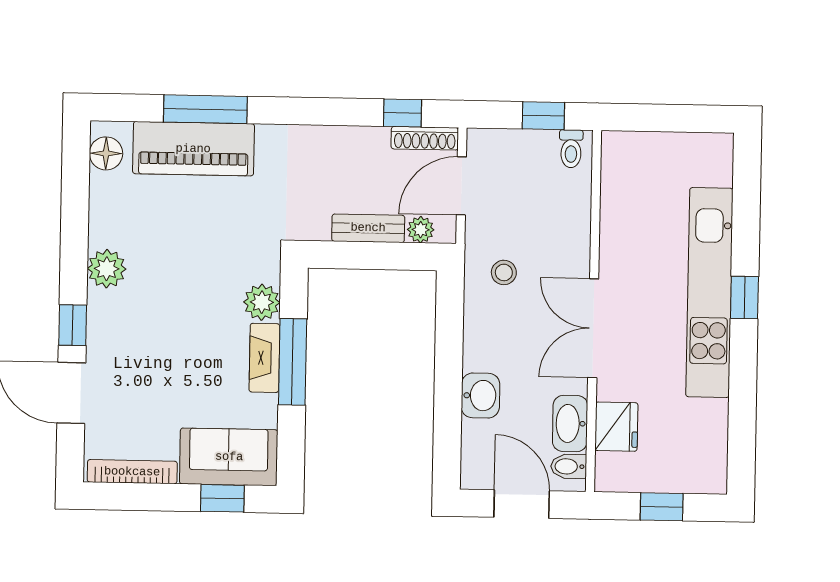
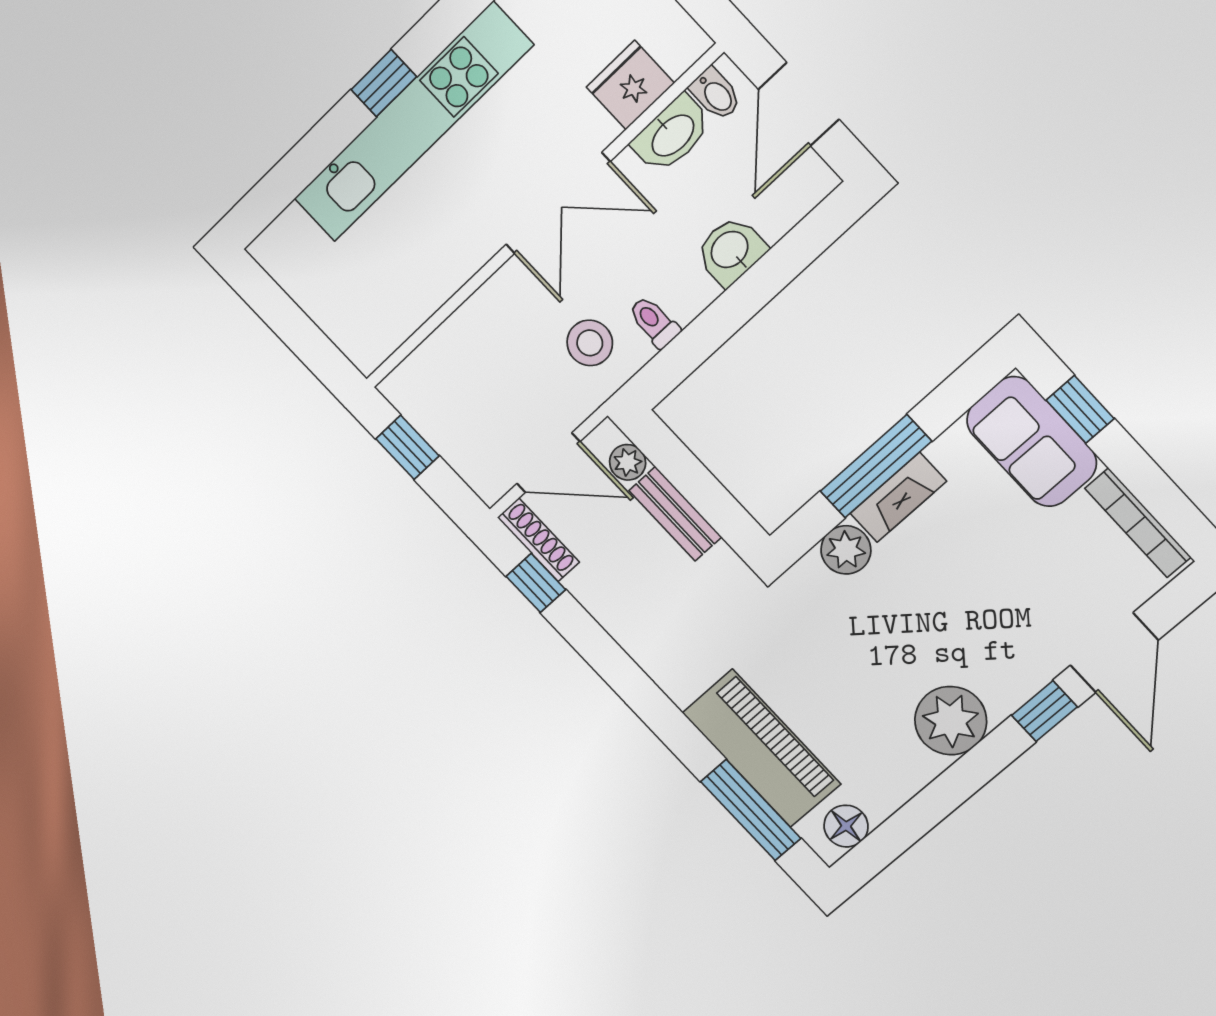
window: (205, 109) -> (751, 810), moved
toilet: (571, 149) -> (654, 322), moved, turned -90
plant: (107, 269) -> (951, 721), width x1.36, depth x1.36
stool: (504, 272) -> (590, 343), width x1.37, depth x1.37

